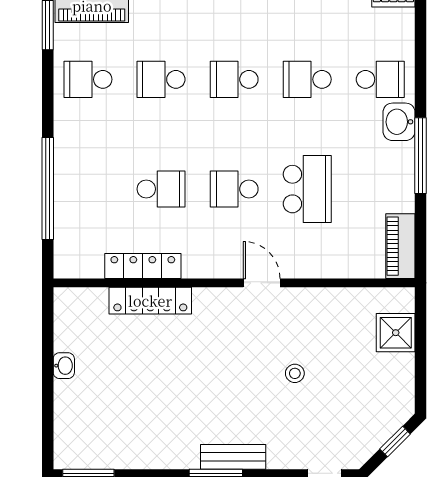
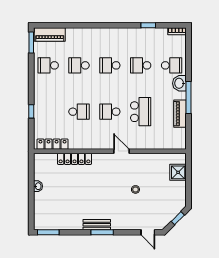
window: (48, 188) -> (31, 111), width x0.32
piano: (400, 246) -> (180, 114), moved
locker: (143, 266) -> (53, 144), moved
bench: (233, 457) -> (97, 225), moved

